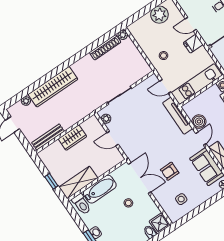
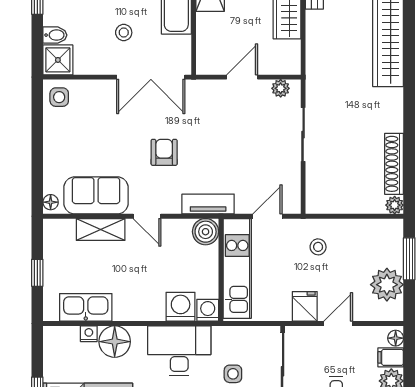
window: (142, 13) -> (409, 259), added
tv unit: (178, 116) -> (208, 204), width x0.71
boiler: (199, 122) -> (206, 232), moved
armchair: (170, 171) -> (164, 152), moved
side table: (181, 199) -> (59, 97), moved

